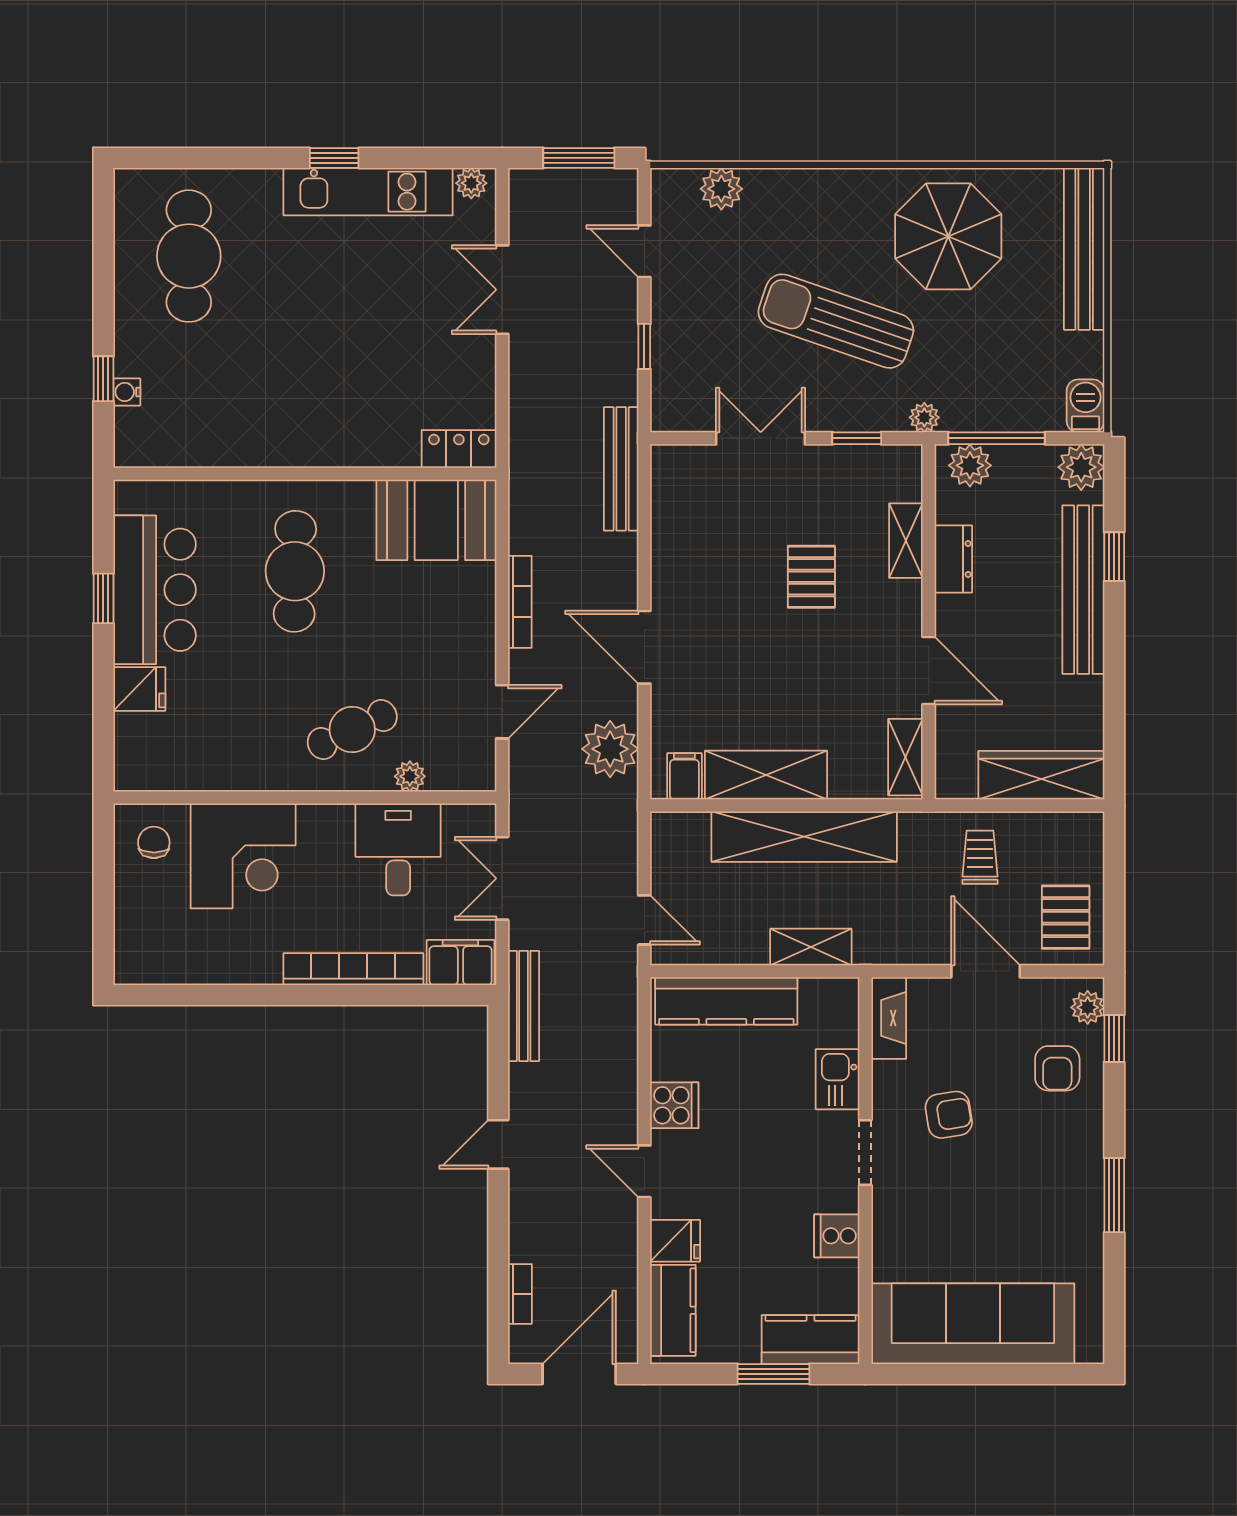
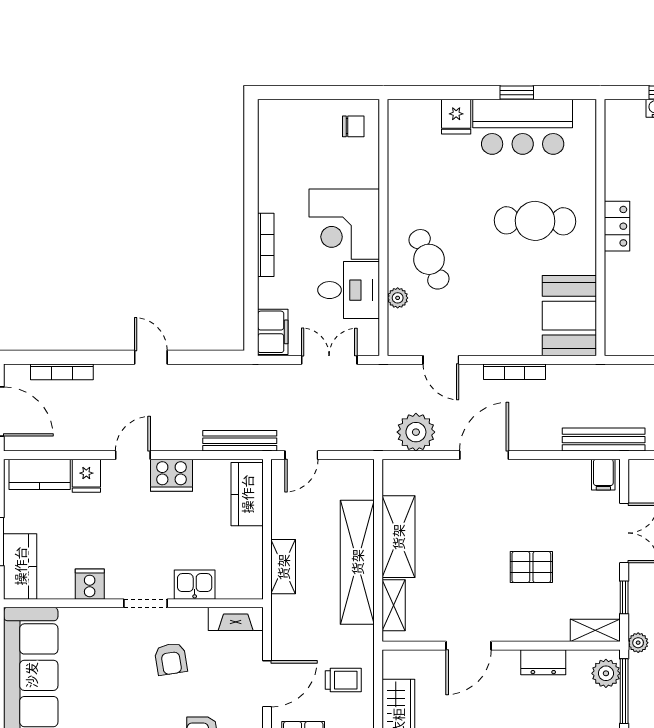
locker: (459, 449) -> (617, 226), moved
shelving: (906, 541) -> (595, 630), moved
shelving: (905, 757) -> (394, 605), moved, turned 90
filing cabinet: (684, 776) -> (603, 475), moved, turned 90
corner desk: (243, 856) -> (344, 224), moved
bookcase: (353, 969) -> (266, 245), width x0.68, depth x0.76
kitchen counter: (726, 1001) -> (247, 494), width x0.67
bench: (524, 1006) -> (240, 441), moved
cooker: (674, 1105) -> (172, 475), width x1.36
bookcase: (520, 1294) -> (62, 372), width x1.56

